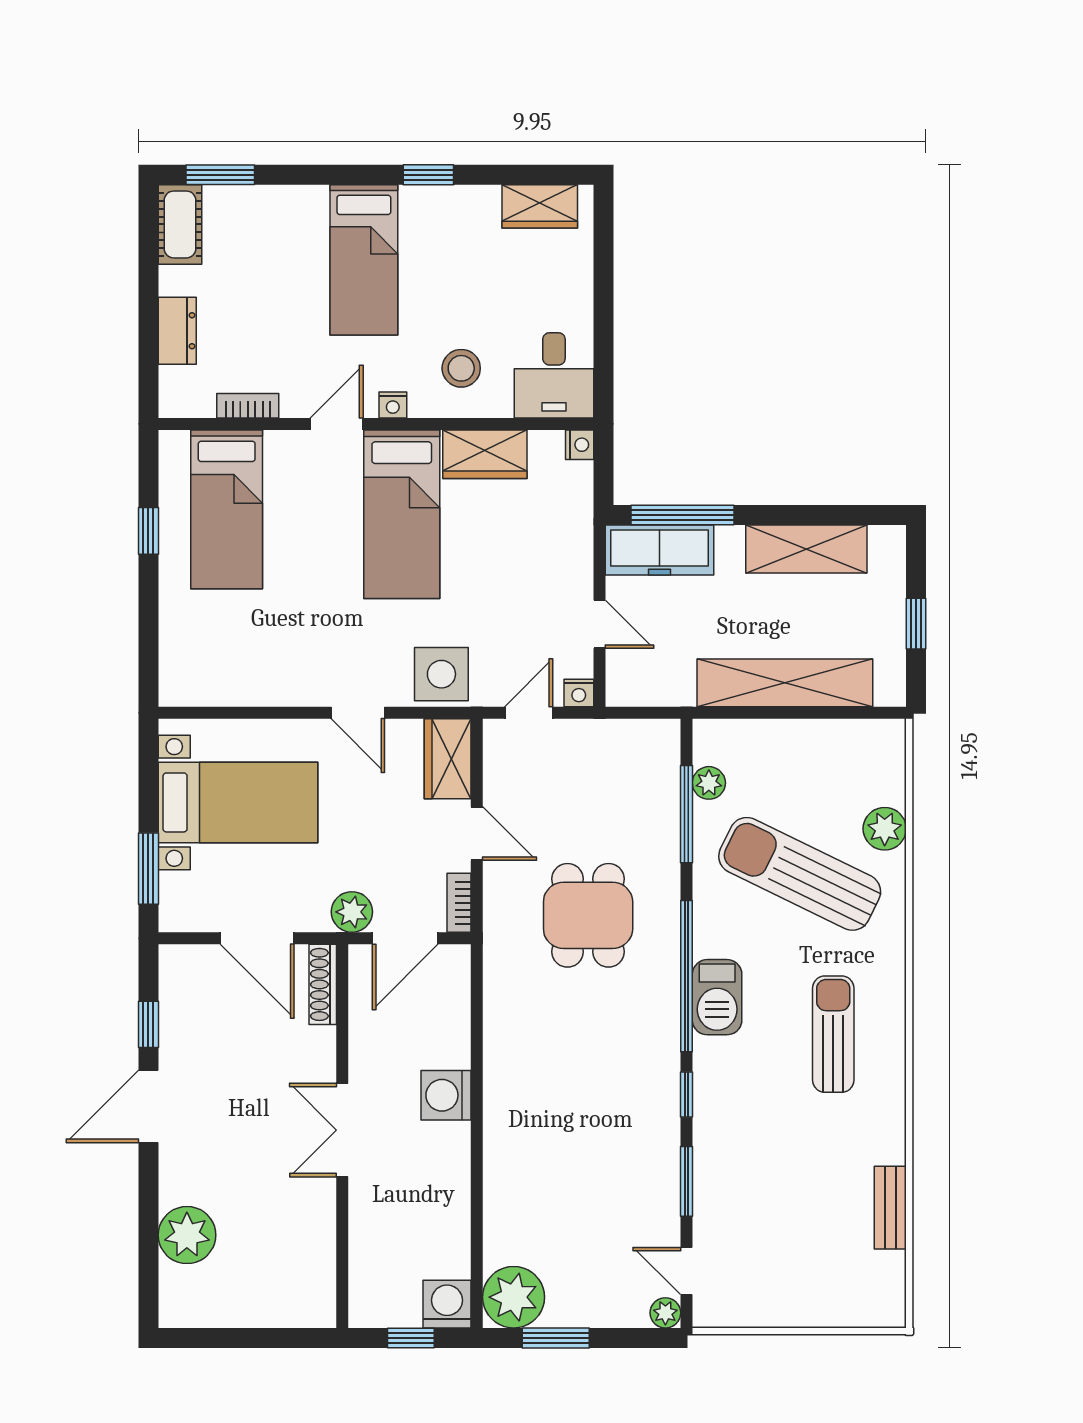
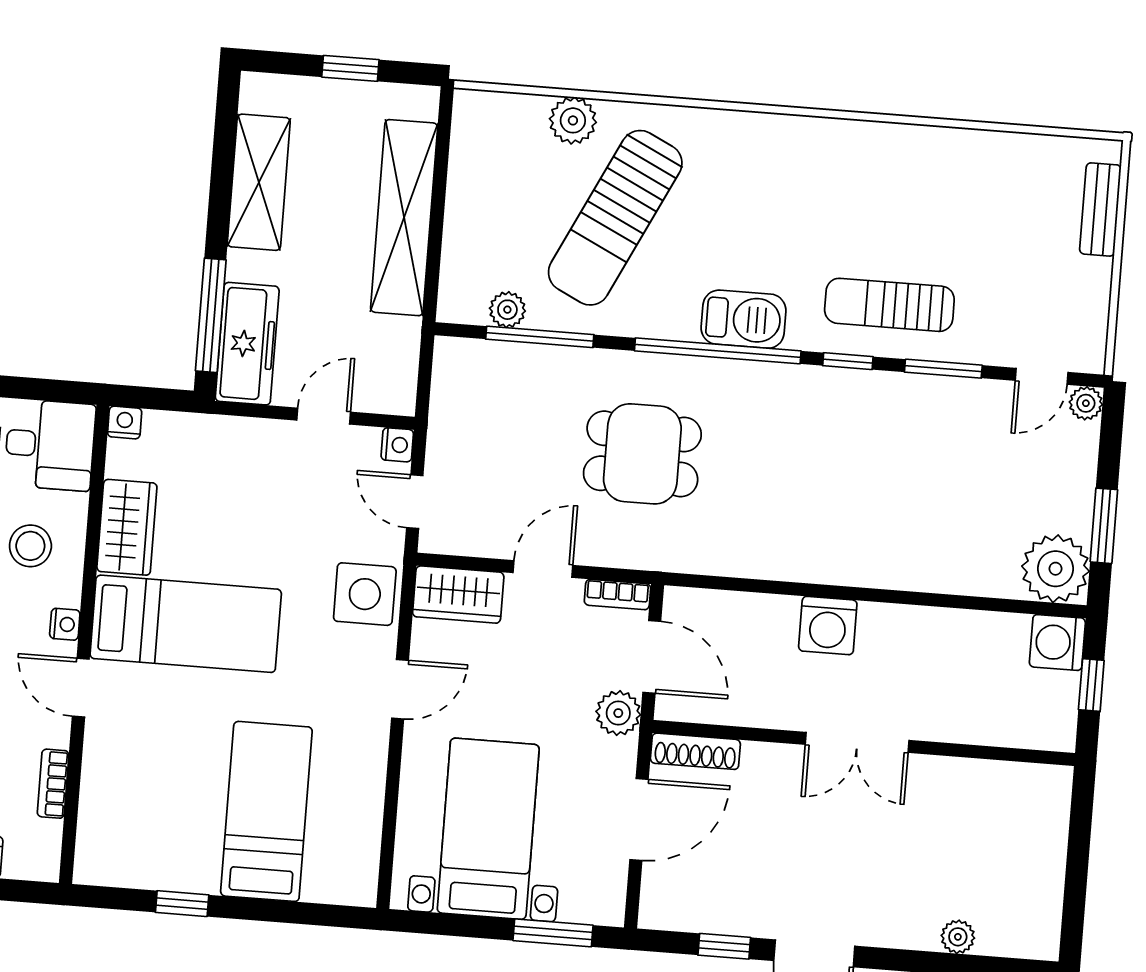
bed: (227, 509) -> (266, 811), moved, turned -90
sun lounger: (833, 1034) -> (889, 305), moved
bench: (890, 1208) -> (1100, 209), moved, turned 90
plant: (187, 1235) -> (958, 937), width x0.53, depth x0.53

